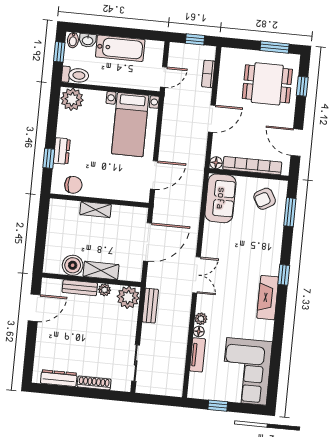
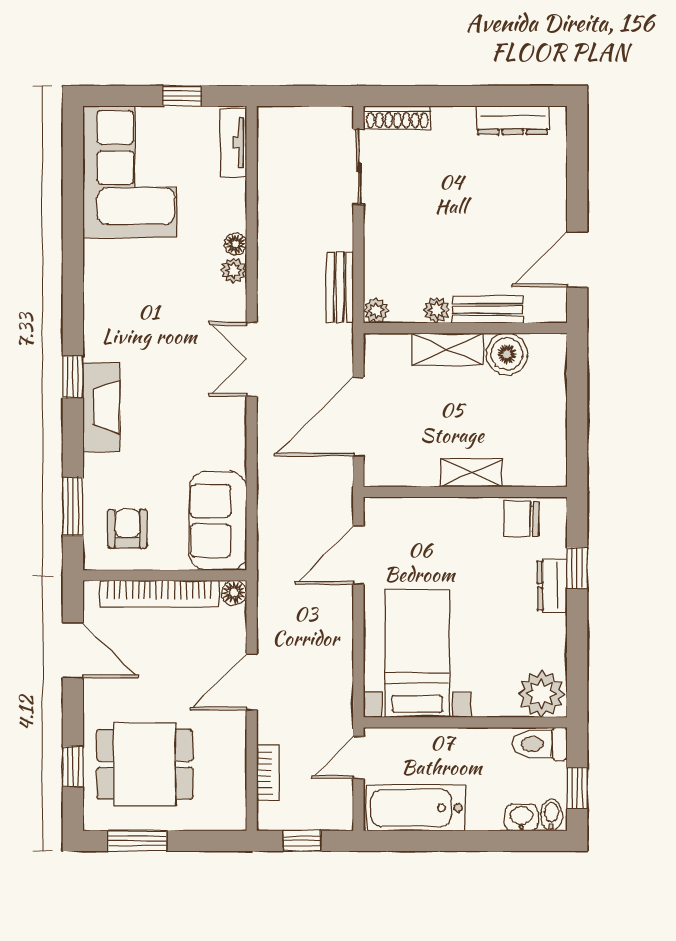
bathtub: (120, 48) -> (416, 808), moved
armchair: (265, 199) -> (127, 529), turned -60
plant: (128, 297) -> (376, 311), width x0.53, depth x0.53
fireplace: (268, 298) -> (101, 407), moved
tv unit: (198, 355) -> (233, 143), moved
shoe rack: (94, 383) -> (397, 117), moved

